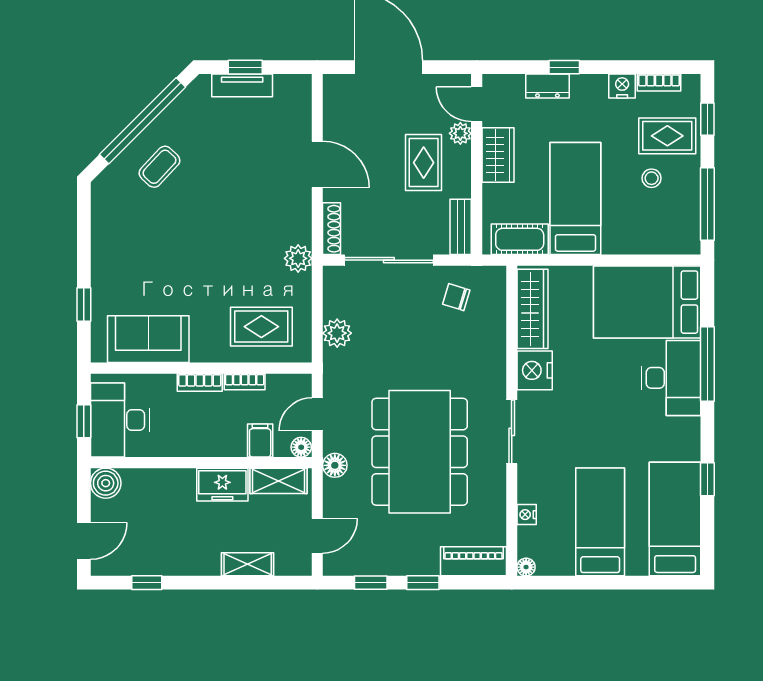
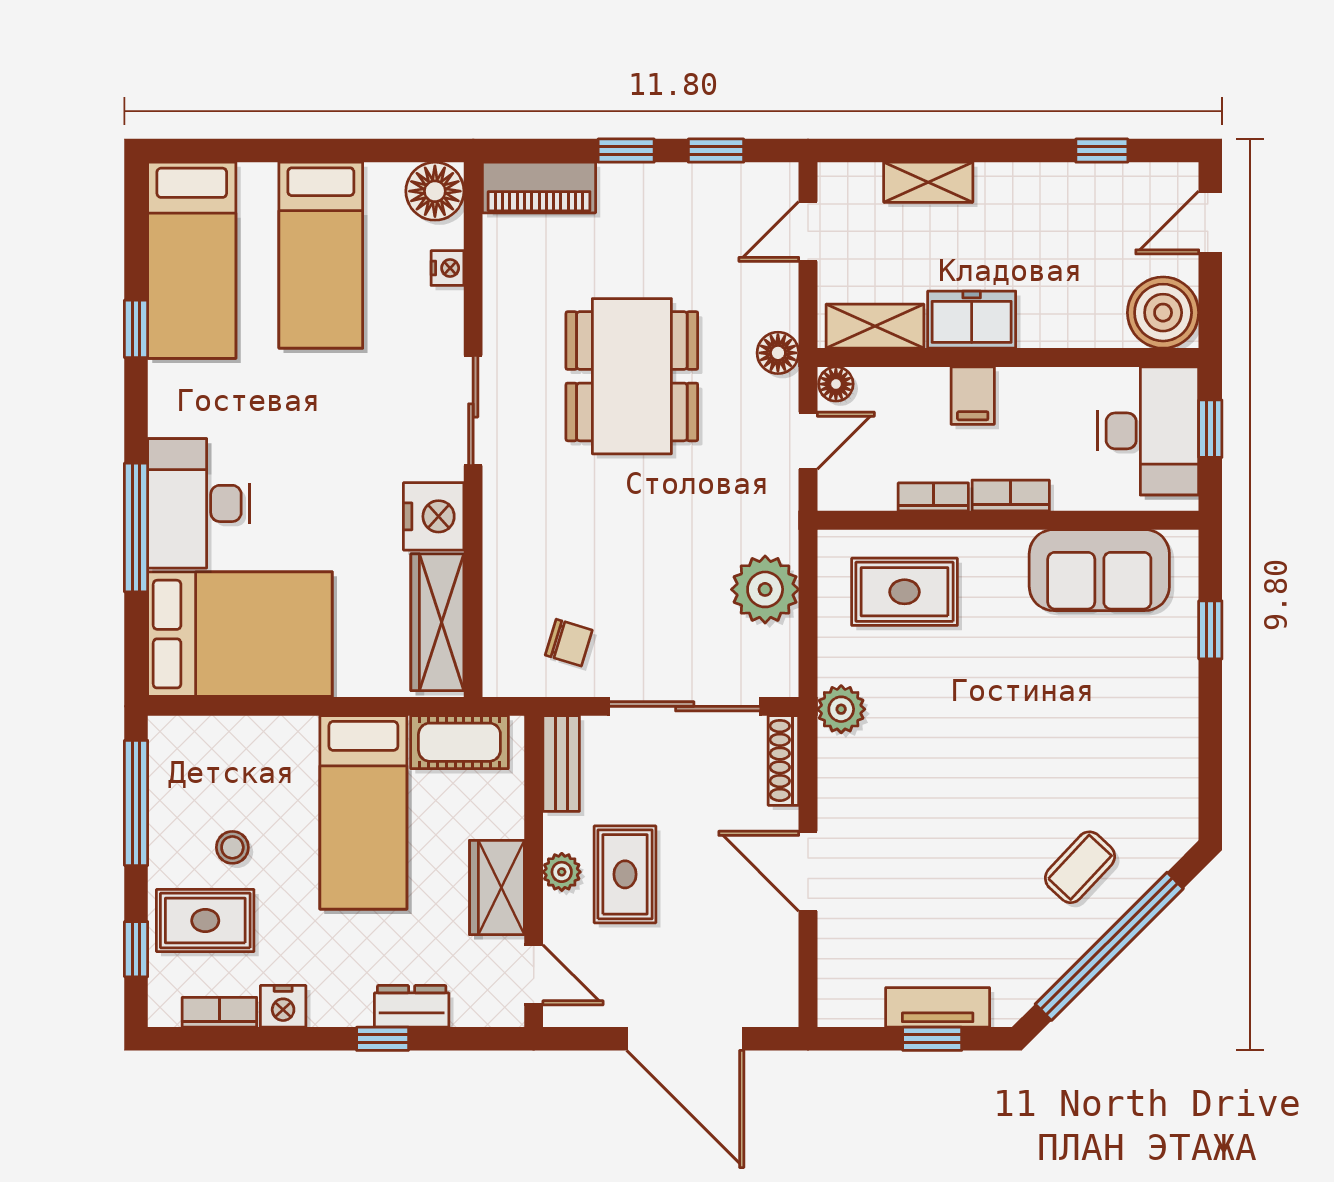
plant: (460, 133) -> (562, 872), moved
plant: (337, 333) -> (765, 589), width x1.36, depth x1.36
filing cabinet: (260, 440) -> (973, 396), moved
dining table: (420, 452) -> (632, 376), width x0.73, depth x0.80
boiler: (106, 483) -> (1163, 313), width x1.37, depth x1.37
floor lamp: (526, 567) -> (435, 191), width x1.89, depth x1.89

